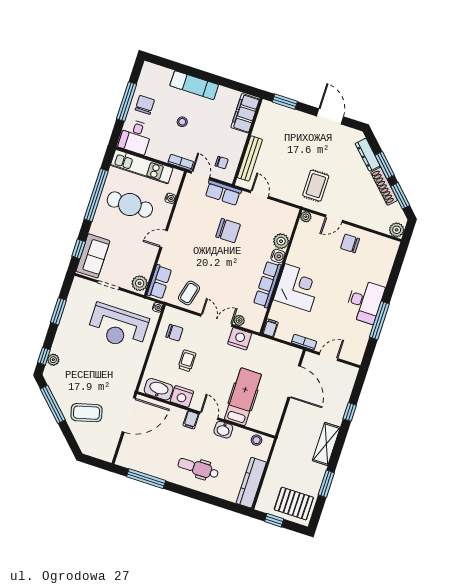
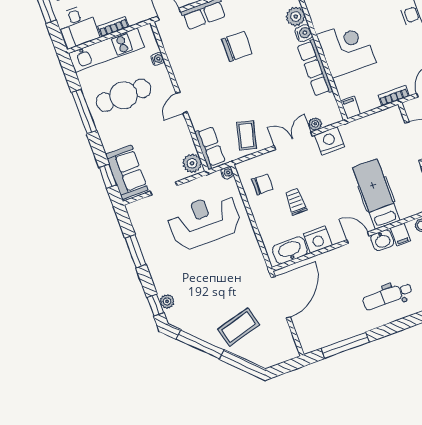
bookcase: (181, 162) -> (113, 27), moved
window: (96, 195) -> (84, 112), width x0.68
reception desk: (118, 327) -> (204, 221), turned 180
filing cabinet: (191, 420) -> (401, 234), moved

